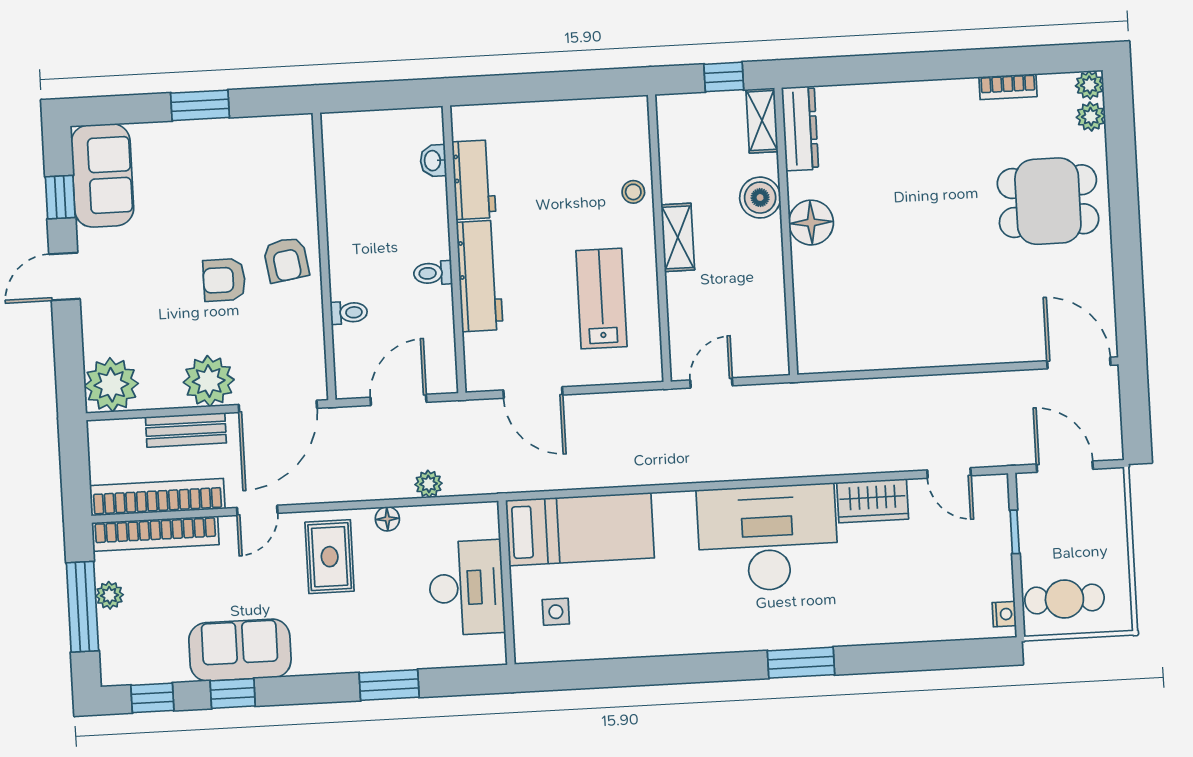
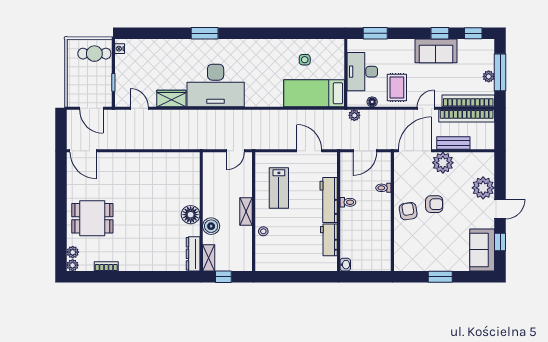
washbasin: (433, 161) -> (345, 265), moved
plant: (111, 385) -> (483, 188), moved
bed: (580, 529) -> (314, 93), moved
wall: (506, 583) -> (346, 73), moved
desk: (467, 588) -> (362, 72), moved

